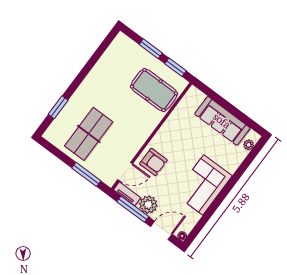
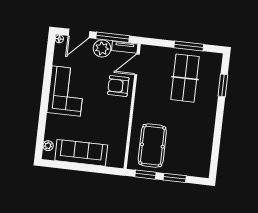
pool table: (154, 90) -> (152, 146), turned 90
window: (86, 174) -> (189, 46), moved

